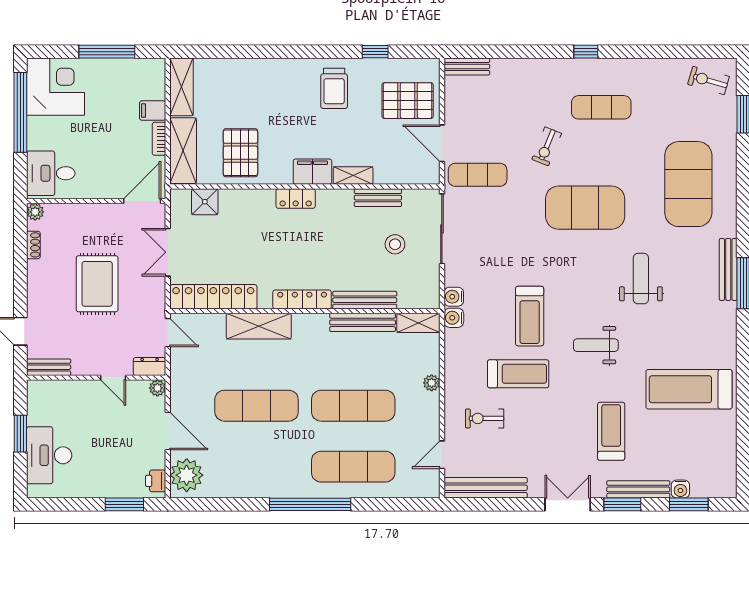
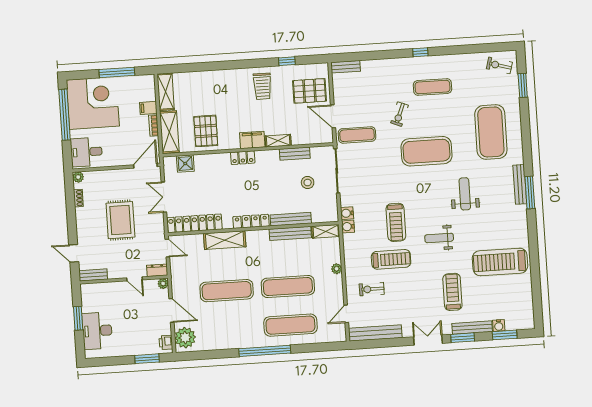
corner desk: (55, 87) -> (93, 103), width x1.36, depth x1.36

